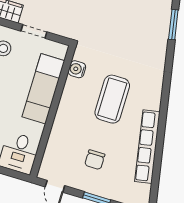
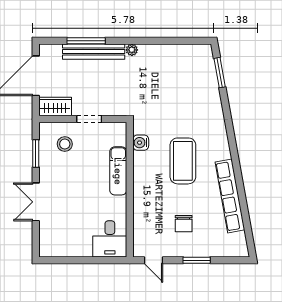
exam couch: (43, 89) -> (118, 171), width x0.73, depth x0.69

